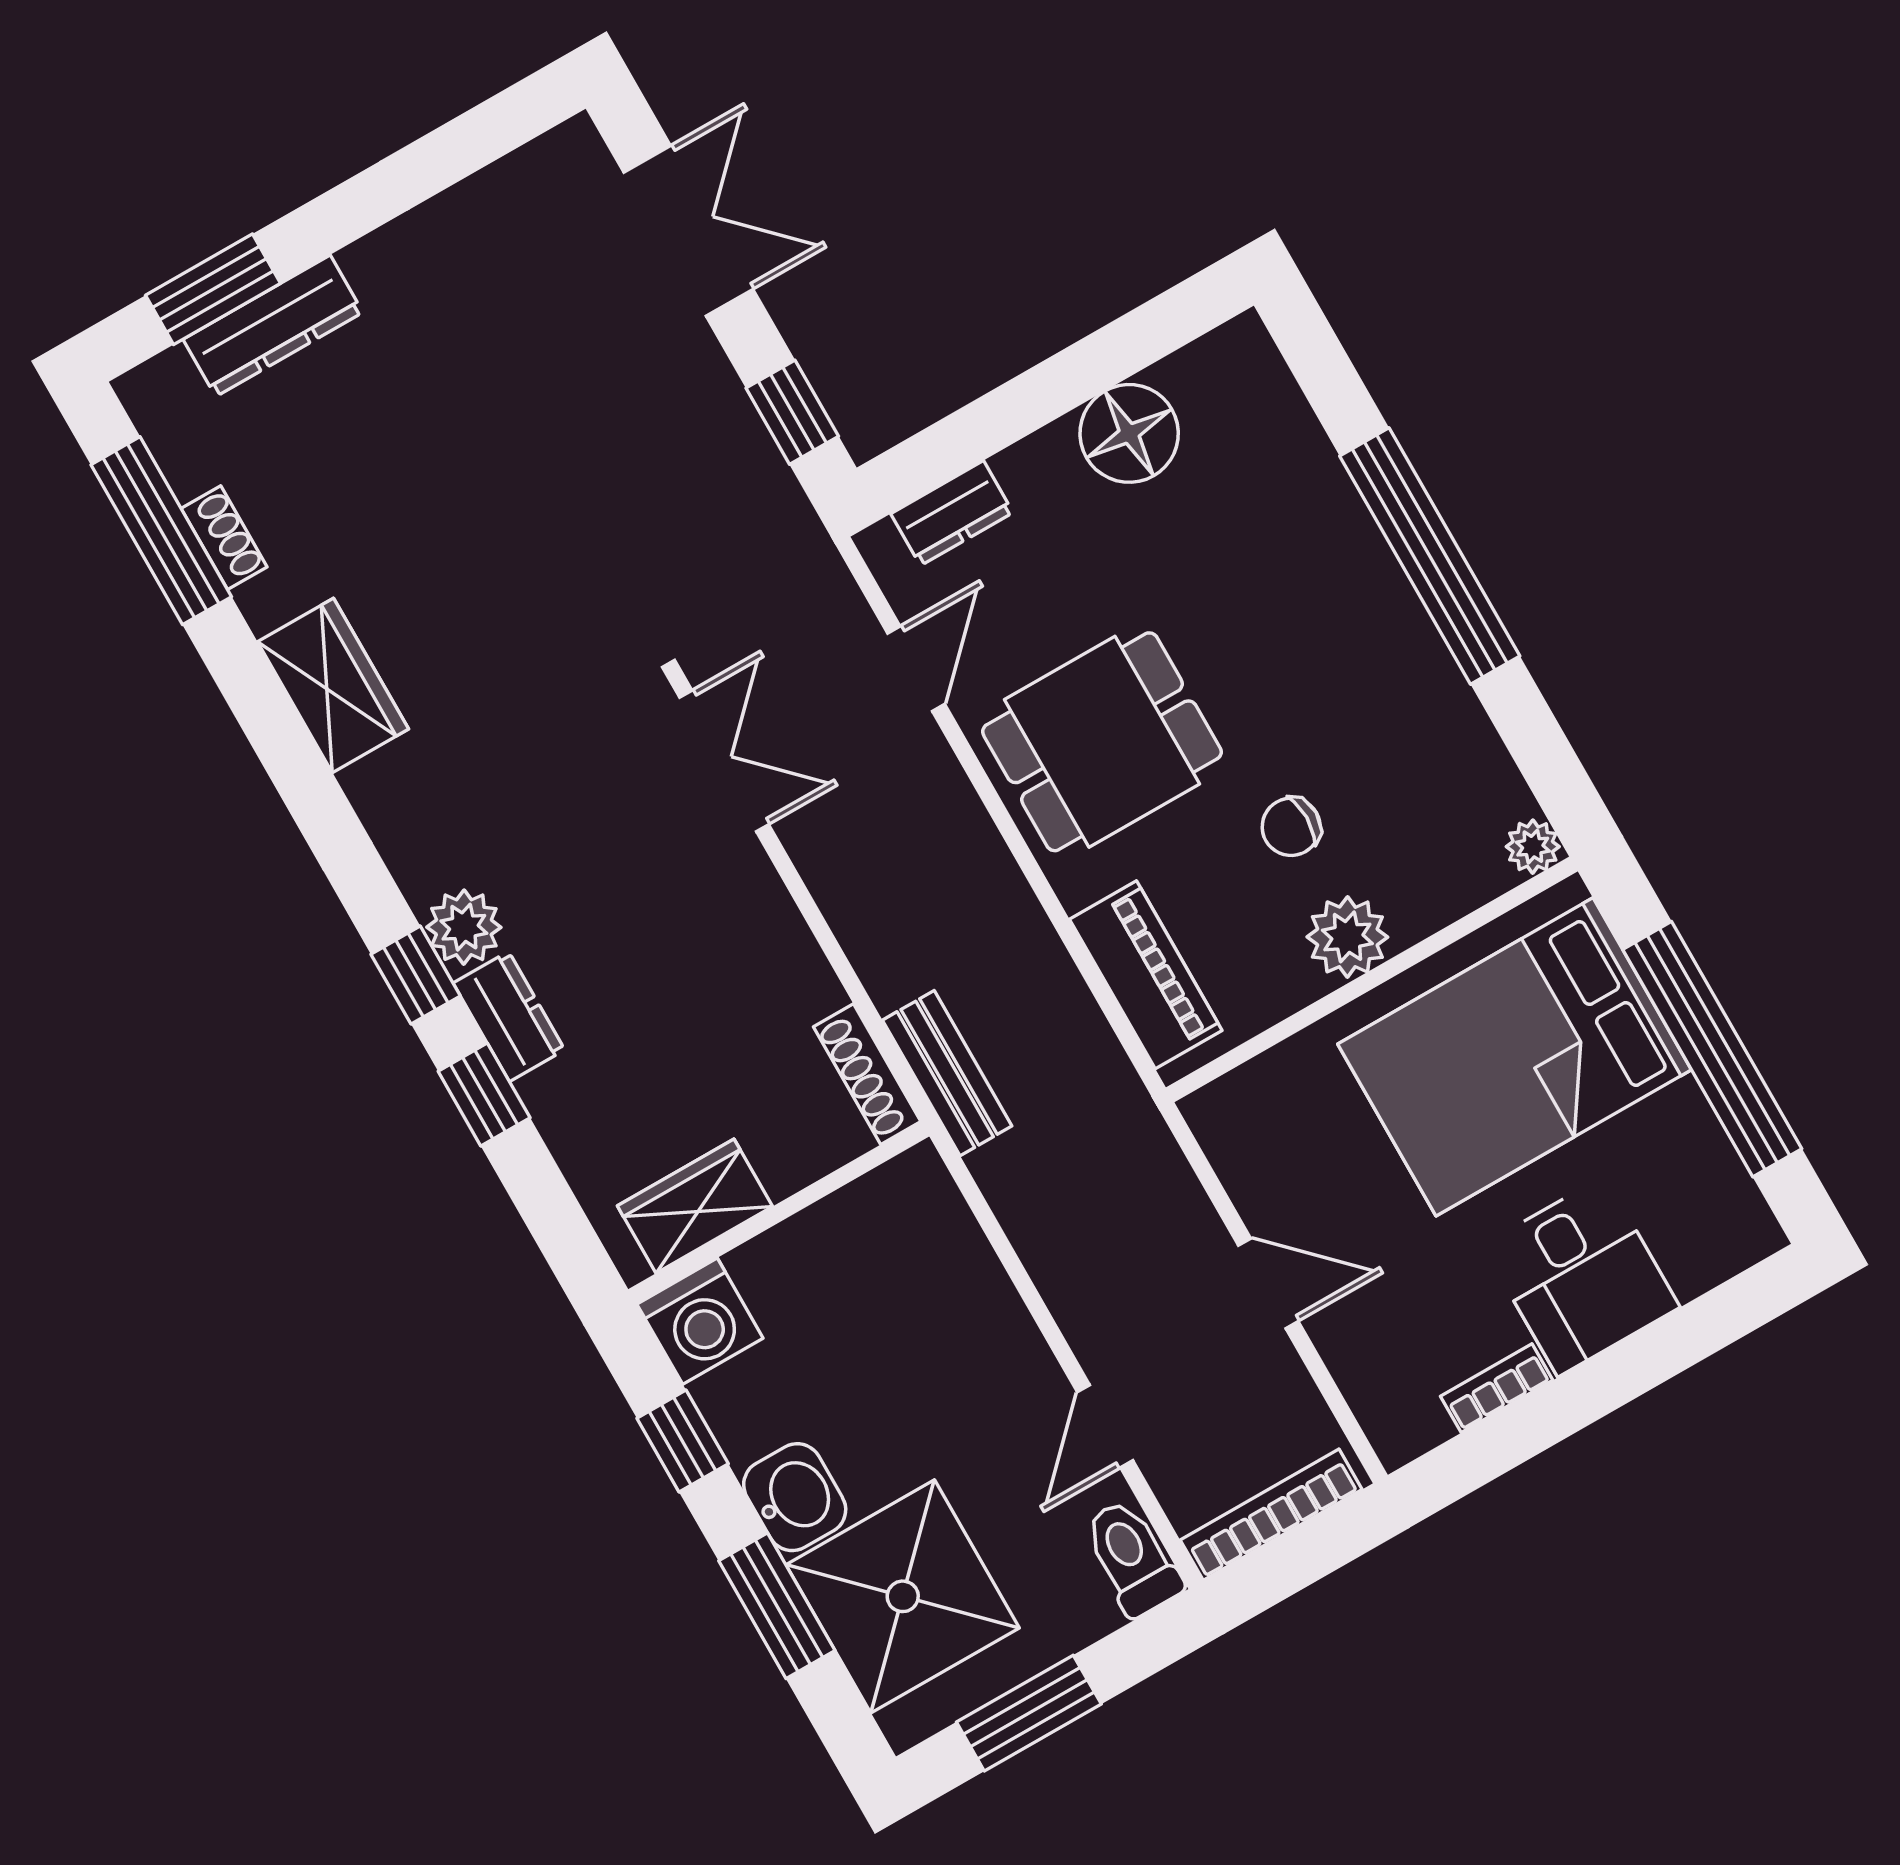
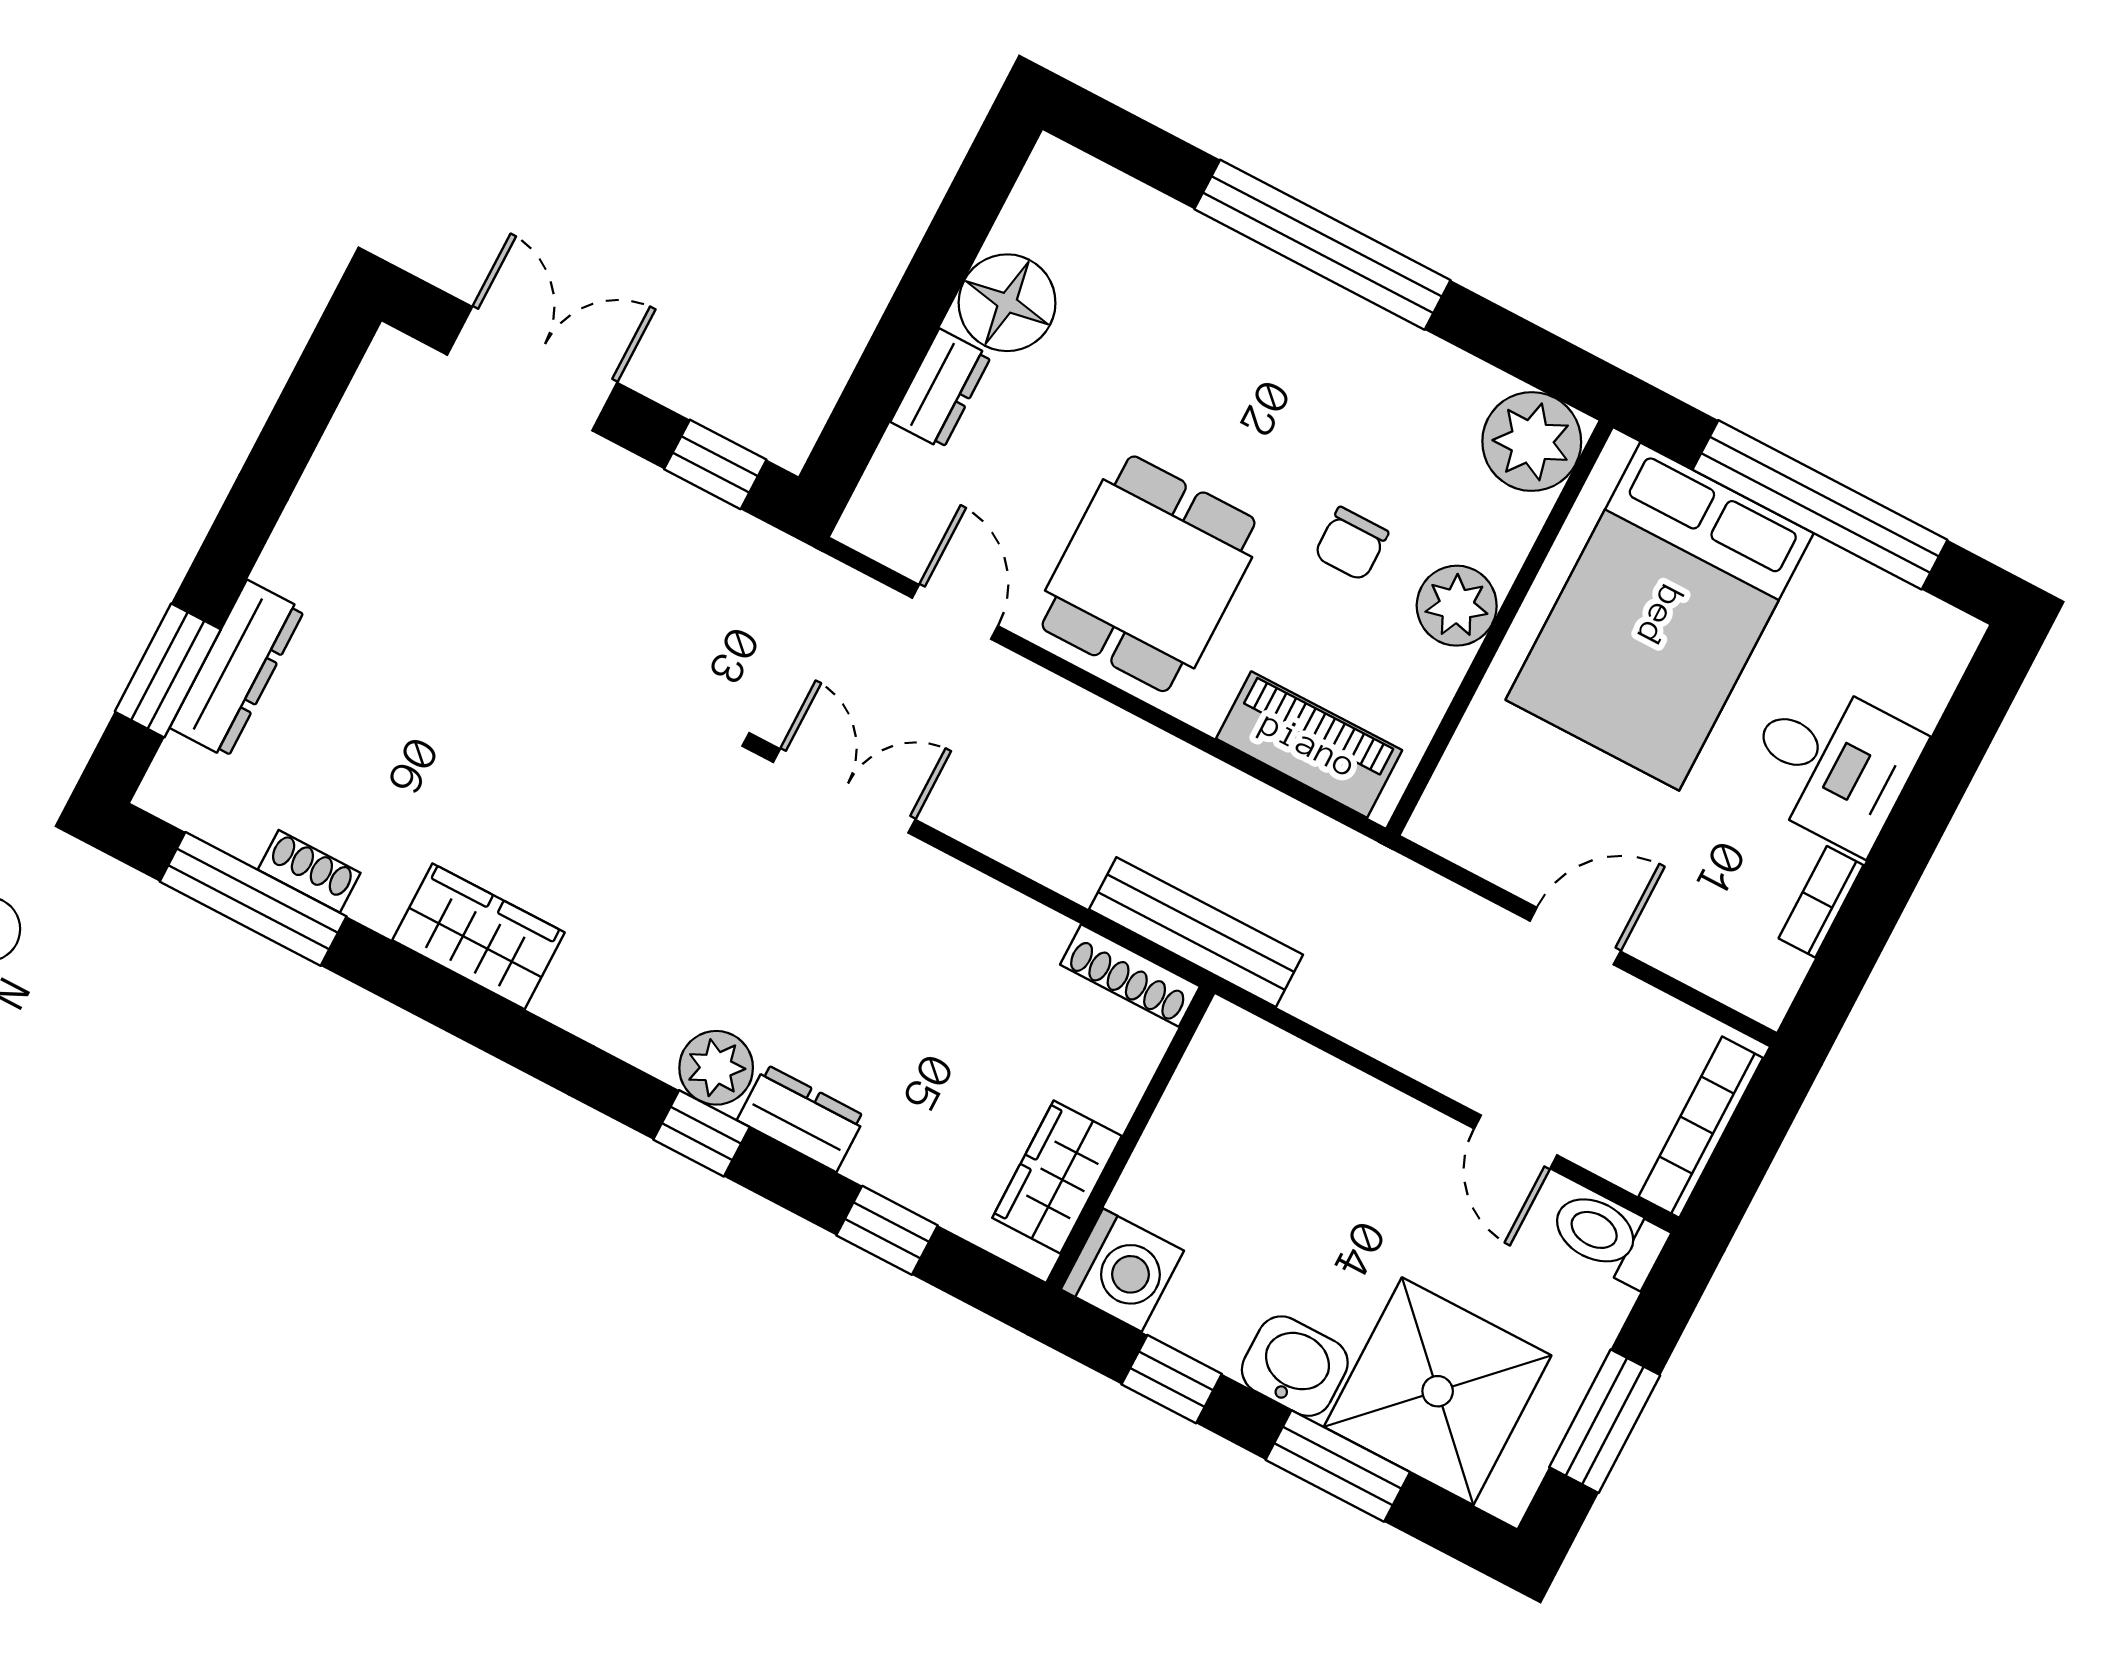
dresser: (952, 513) -> (941, 389), moved
plant: (1533, 847) -> (1532, 442), width x1.88, depth x1.88
bench: (947, 1073) -> (1196, 932), width x1.36
window: (484, 1095) -> (887, 1230), moved

